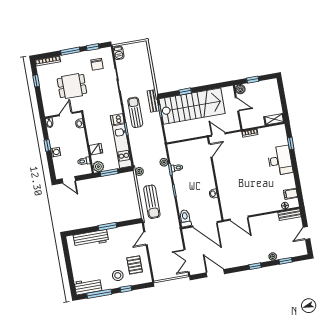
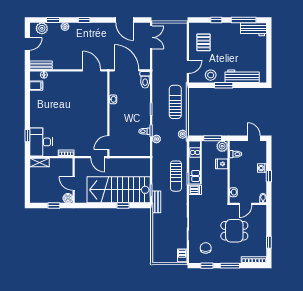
sun lounger: (135, 112) -> (176, 176), moved
desk: (280, 160) -> (41, 142), moved
plant: (295, 251) -> (42, 28), added
stool: (118, 275) -> (211, 75), moved

